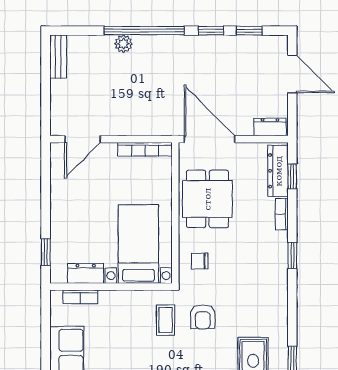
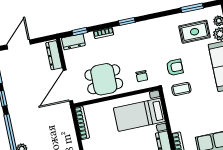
dresser: (270, 127) -> (54, 55), width x1.44
dresser: (278, 171) -> (73, 42), width x0.70

